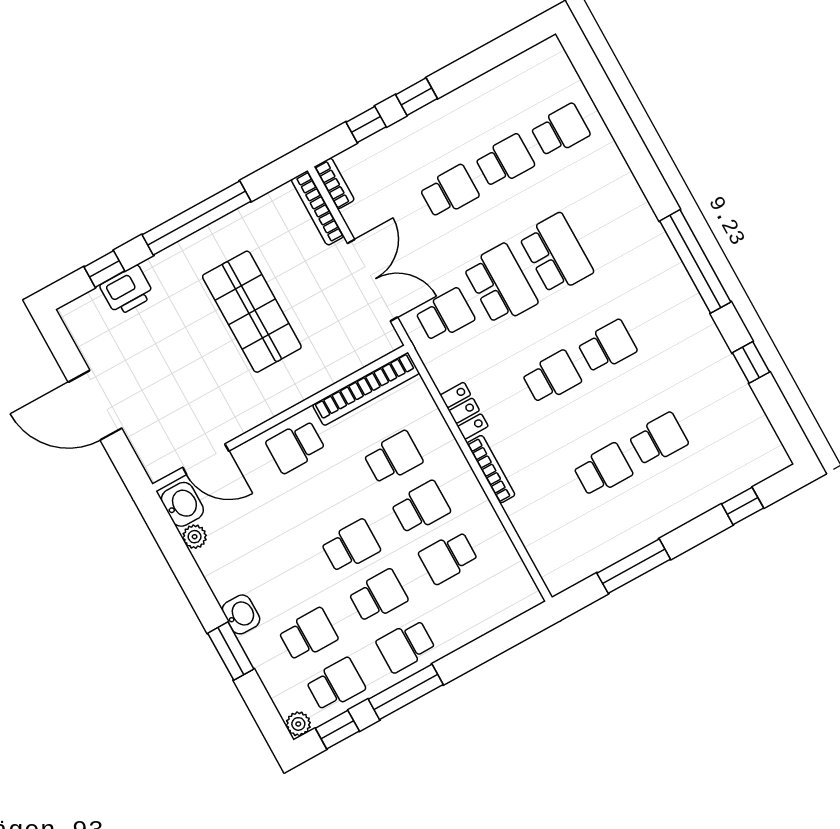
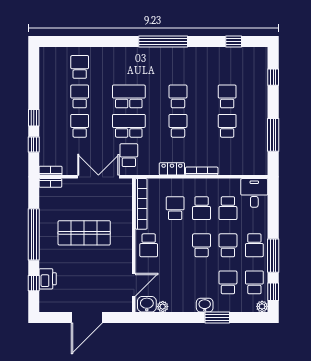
bookcase: (318, 208) -> (50, 183), width x0.64
window: (751, 362) -> (234, 42), moved
school desk: (421, 507) -> (202, 208), turned 180
desk: (504, 591) -> (254, 193), added

